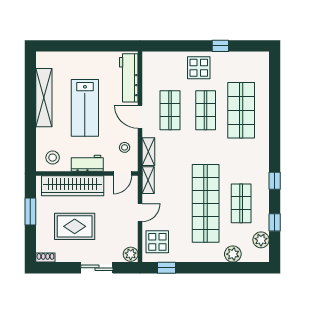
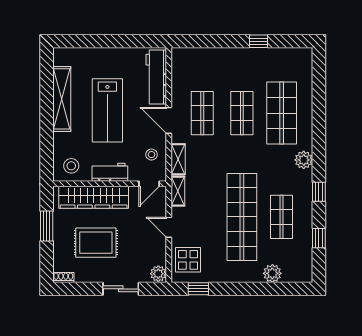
display table: (199, 68) -> (234, 66), removed
door: (140, 213) -> (169, 227), swing flipped
plant: (261, 240) -> (304, 160), moved

